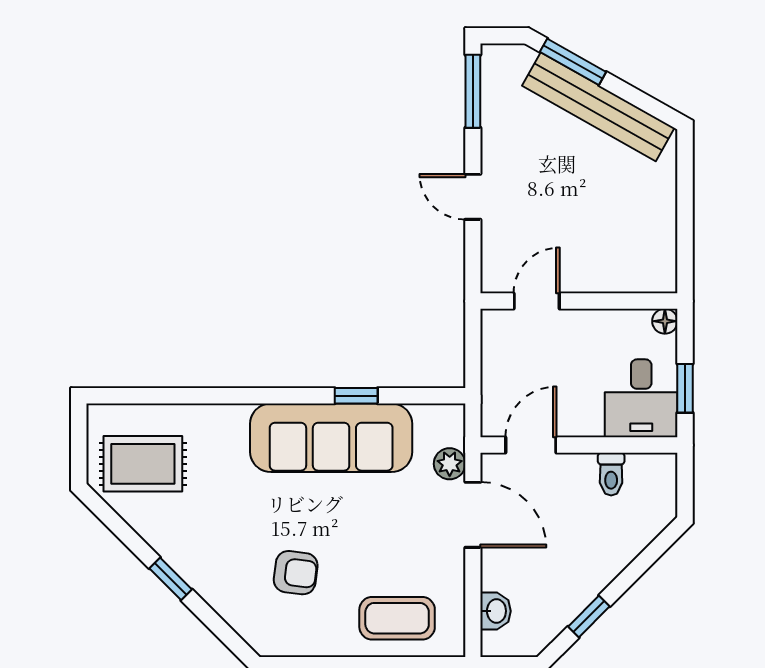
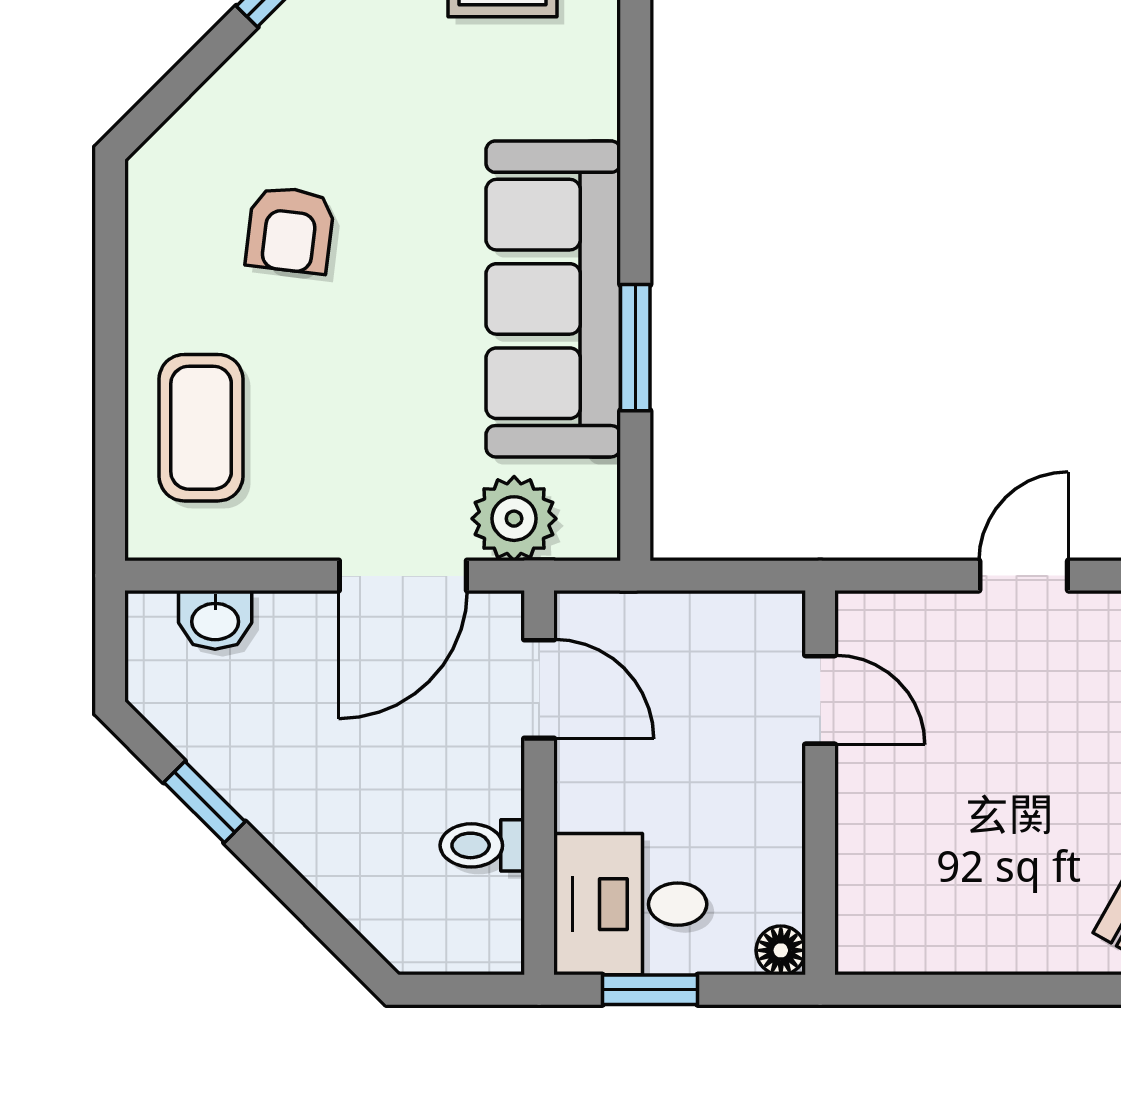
window: (356, 396) -> (635, 348), width x1.50
plant: (450, 464) -> (514, 519), width x1.38, depth x1.38

